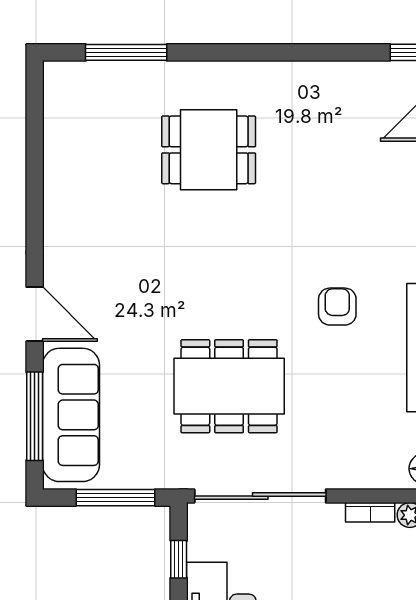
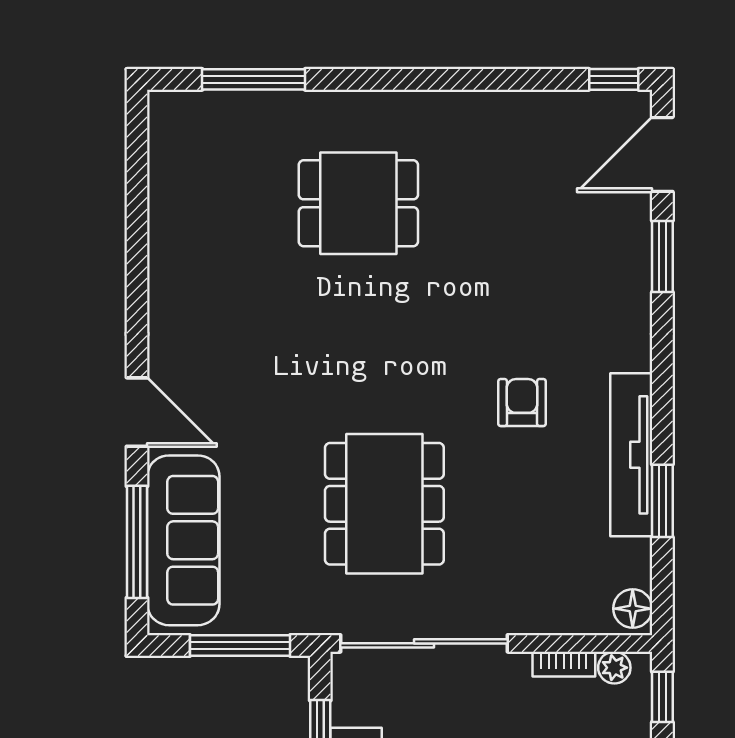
dining table: (229, 386) -> (384, 504), turned 90

